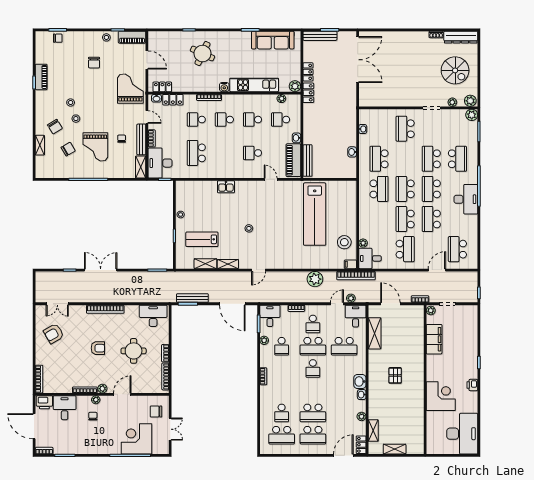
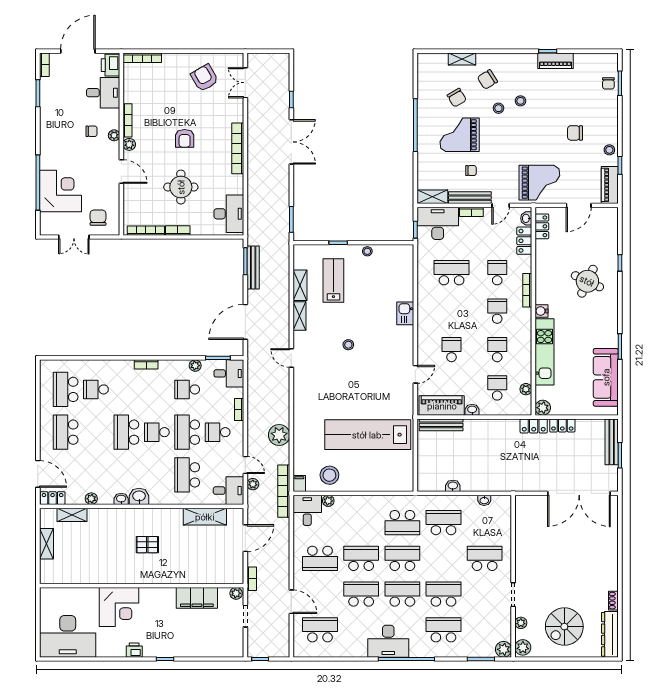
school desk: (457, 159) -> (443, 630), turned 180
school desk: (313, 413) -> (126, 432), moved

